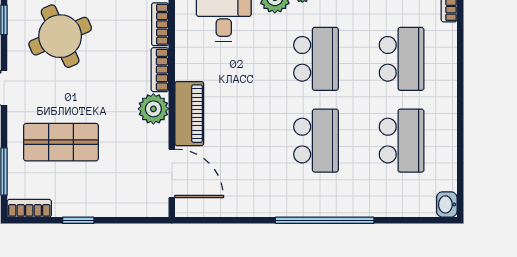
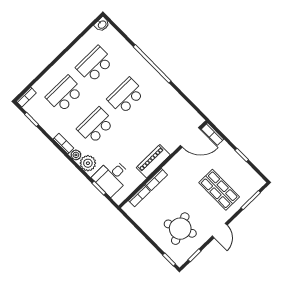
plant: (153, 109) -> (173, 168), removed
piano: (189, 114) -> (153, 161), moved
door: (172, 173) -> (190, 137), swing flipped
bookcase: (29, 208) -> (212, 134), moved

